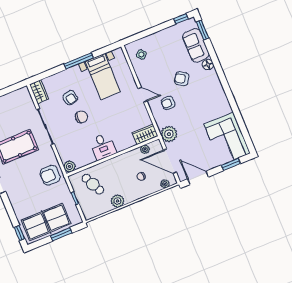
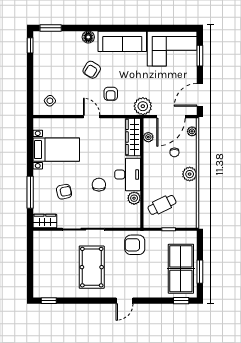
sofa: (196, 45) -> (122, 41), moved, width x1.36
window: (79, 61) -> (30, 192), moved
door: (143, 95) -> (92, 117), hinge flipped
chair: (81, 117) -> (99, 185), moved
wardrobe: (145, 134) -> (133, 137), width x1.50
desk: (103, 146) -> (128, 175), width x1.37
plant: (69, 166) -> (134, 198), moved
armchair: (50, 175) -> (135, 245), turned 90
plant: (117, 201) -> (190, 174), moved
window: (61, 234) -> (200, 272), moved

